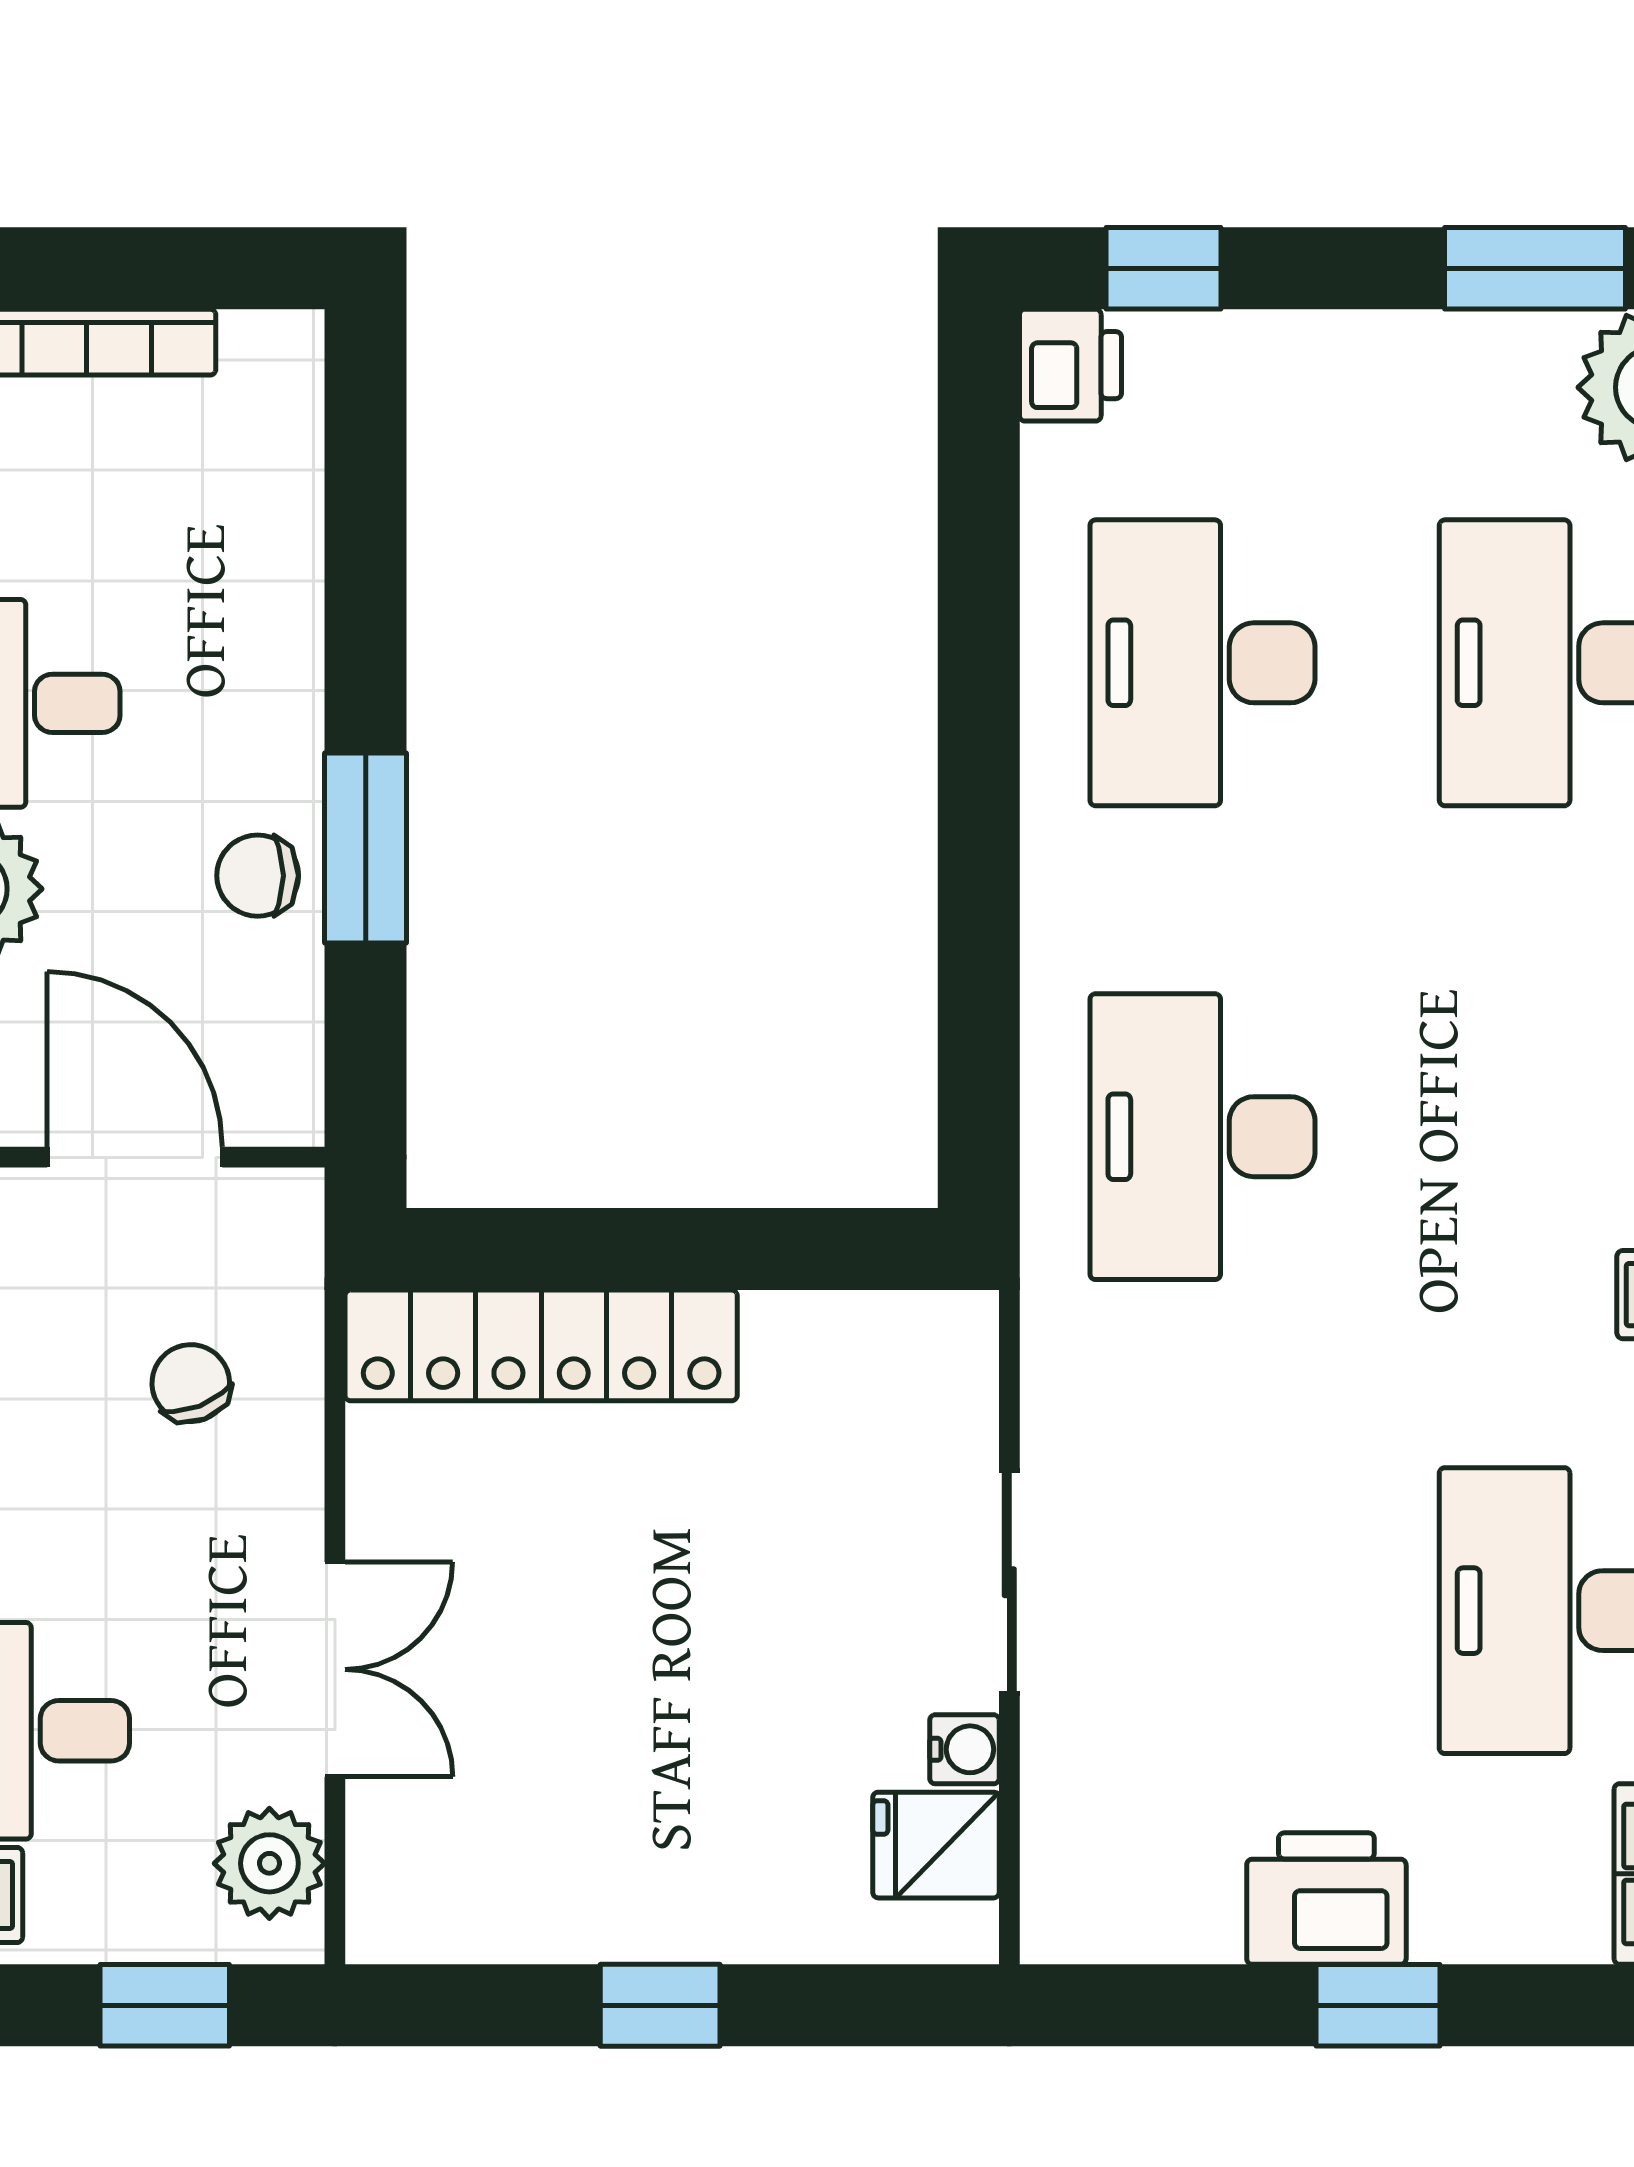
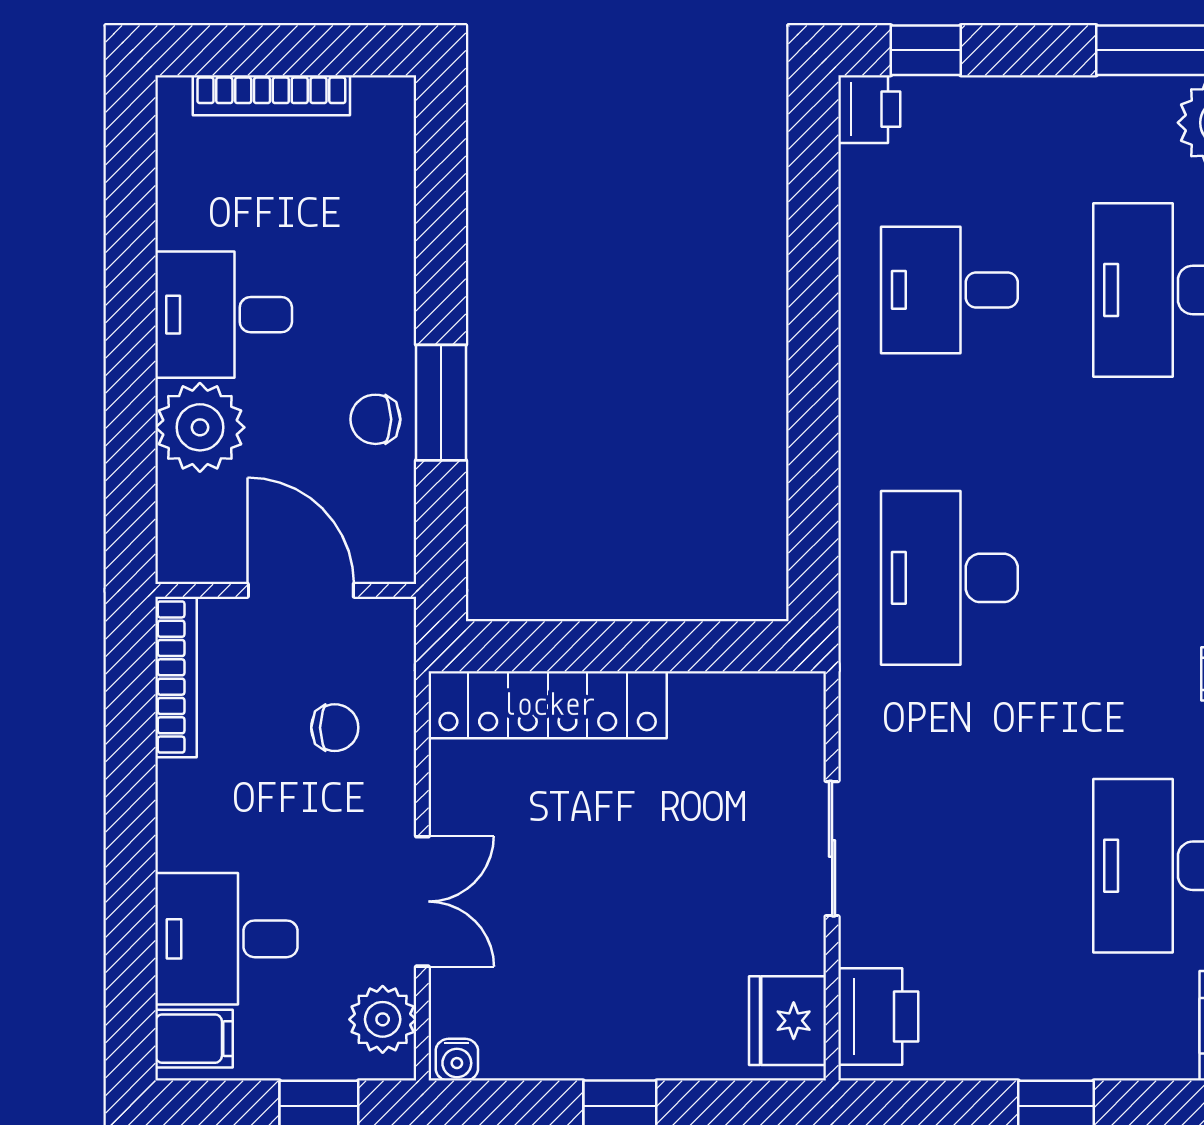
desk: (1202, 663) -> (949, 290), width x0.73
chair: (191, 1383) -> (335, 728), turned 111
water cooler: (964, 1749) -> (457, 1060), moved, turned 90
fridge: (936, 1845) -> (787, 1021), width x1.38
printer: (1326, 1899) -> (878, 1016), moved, turned 90

